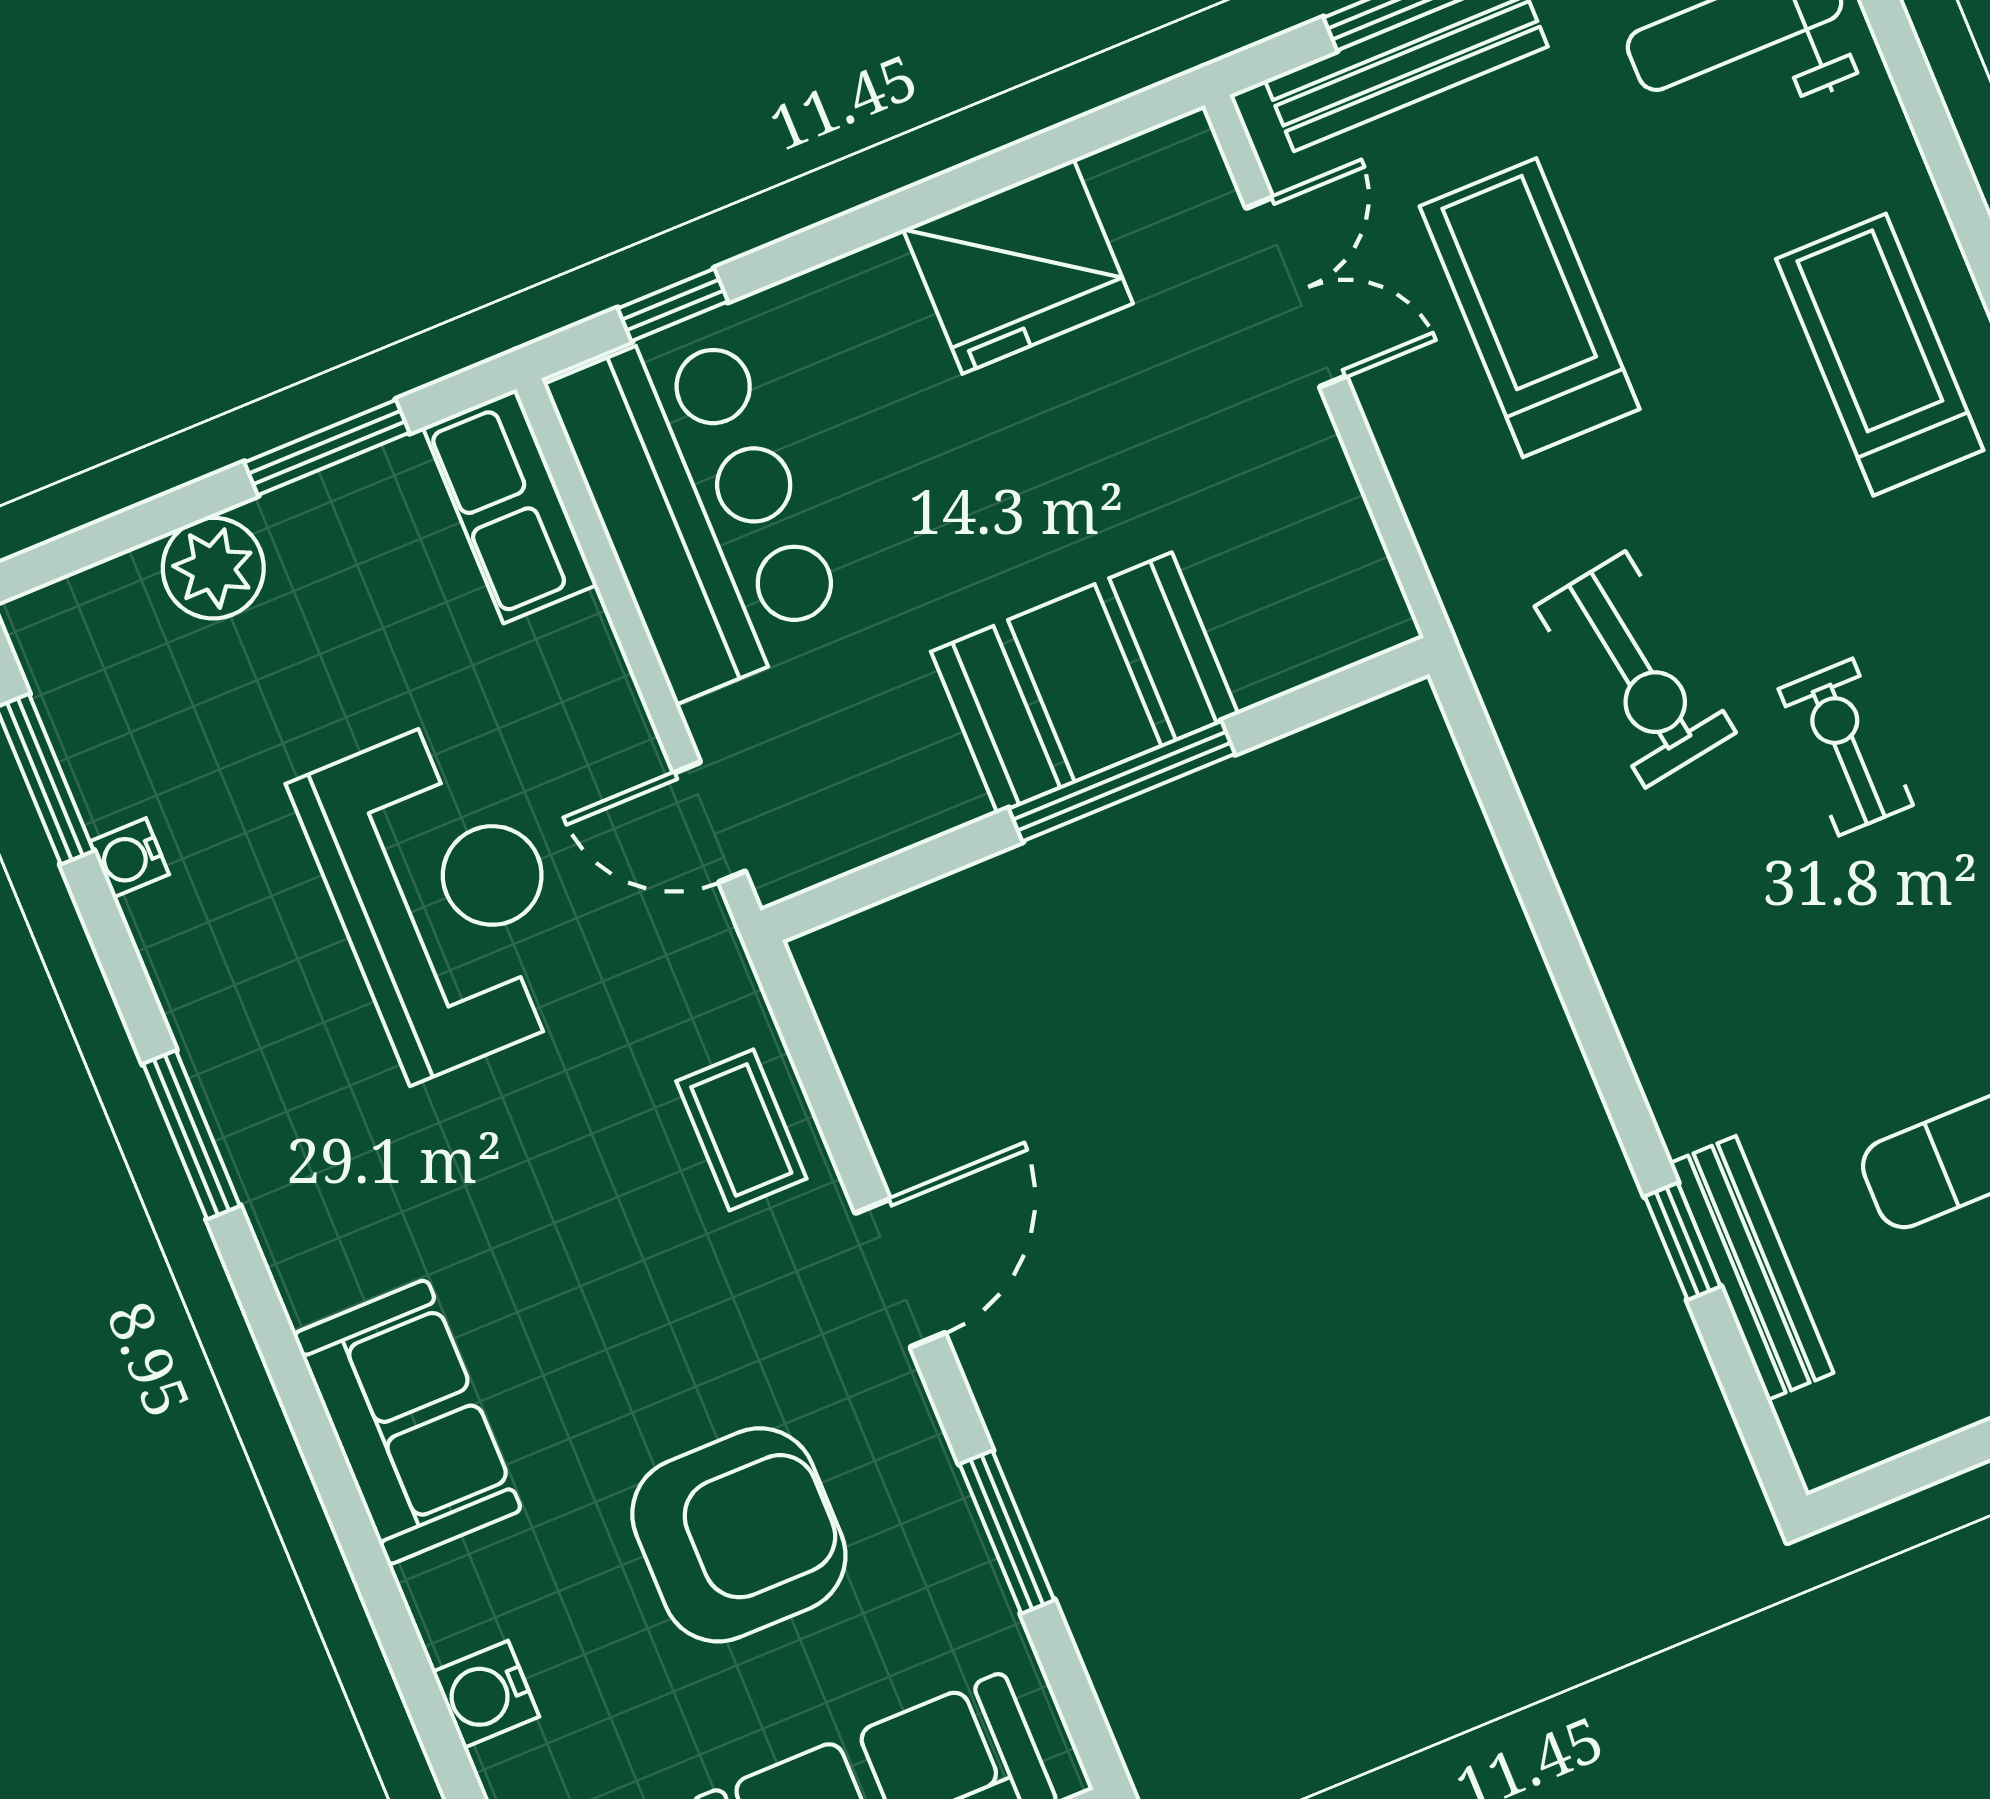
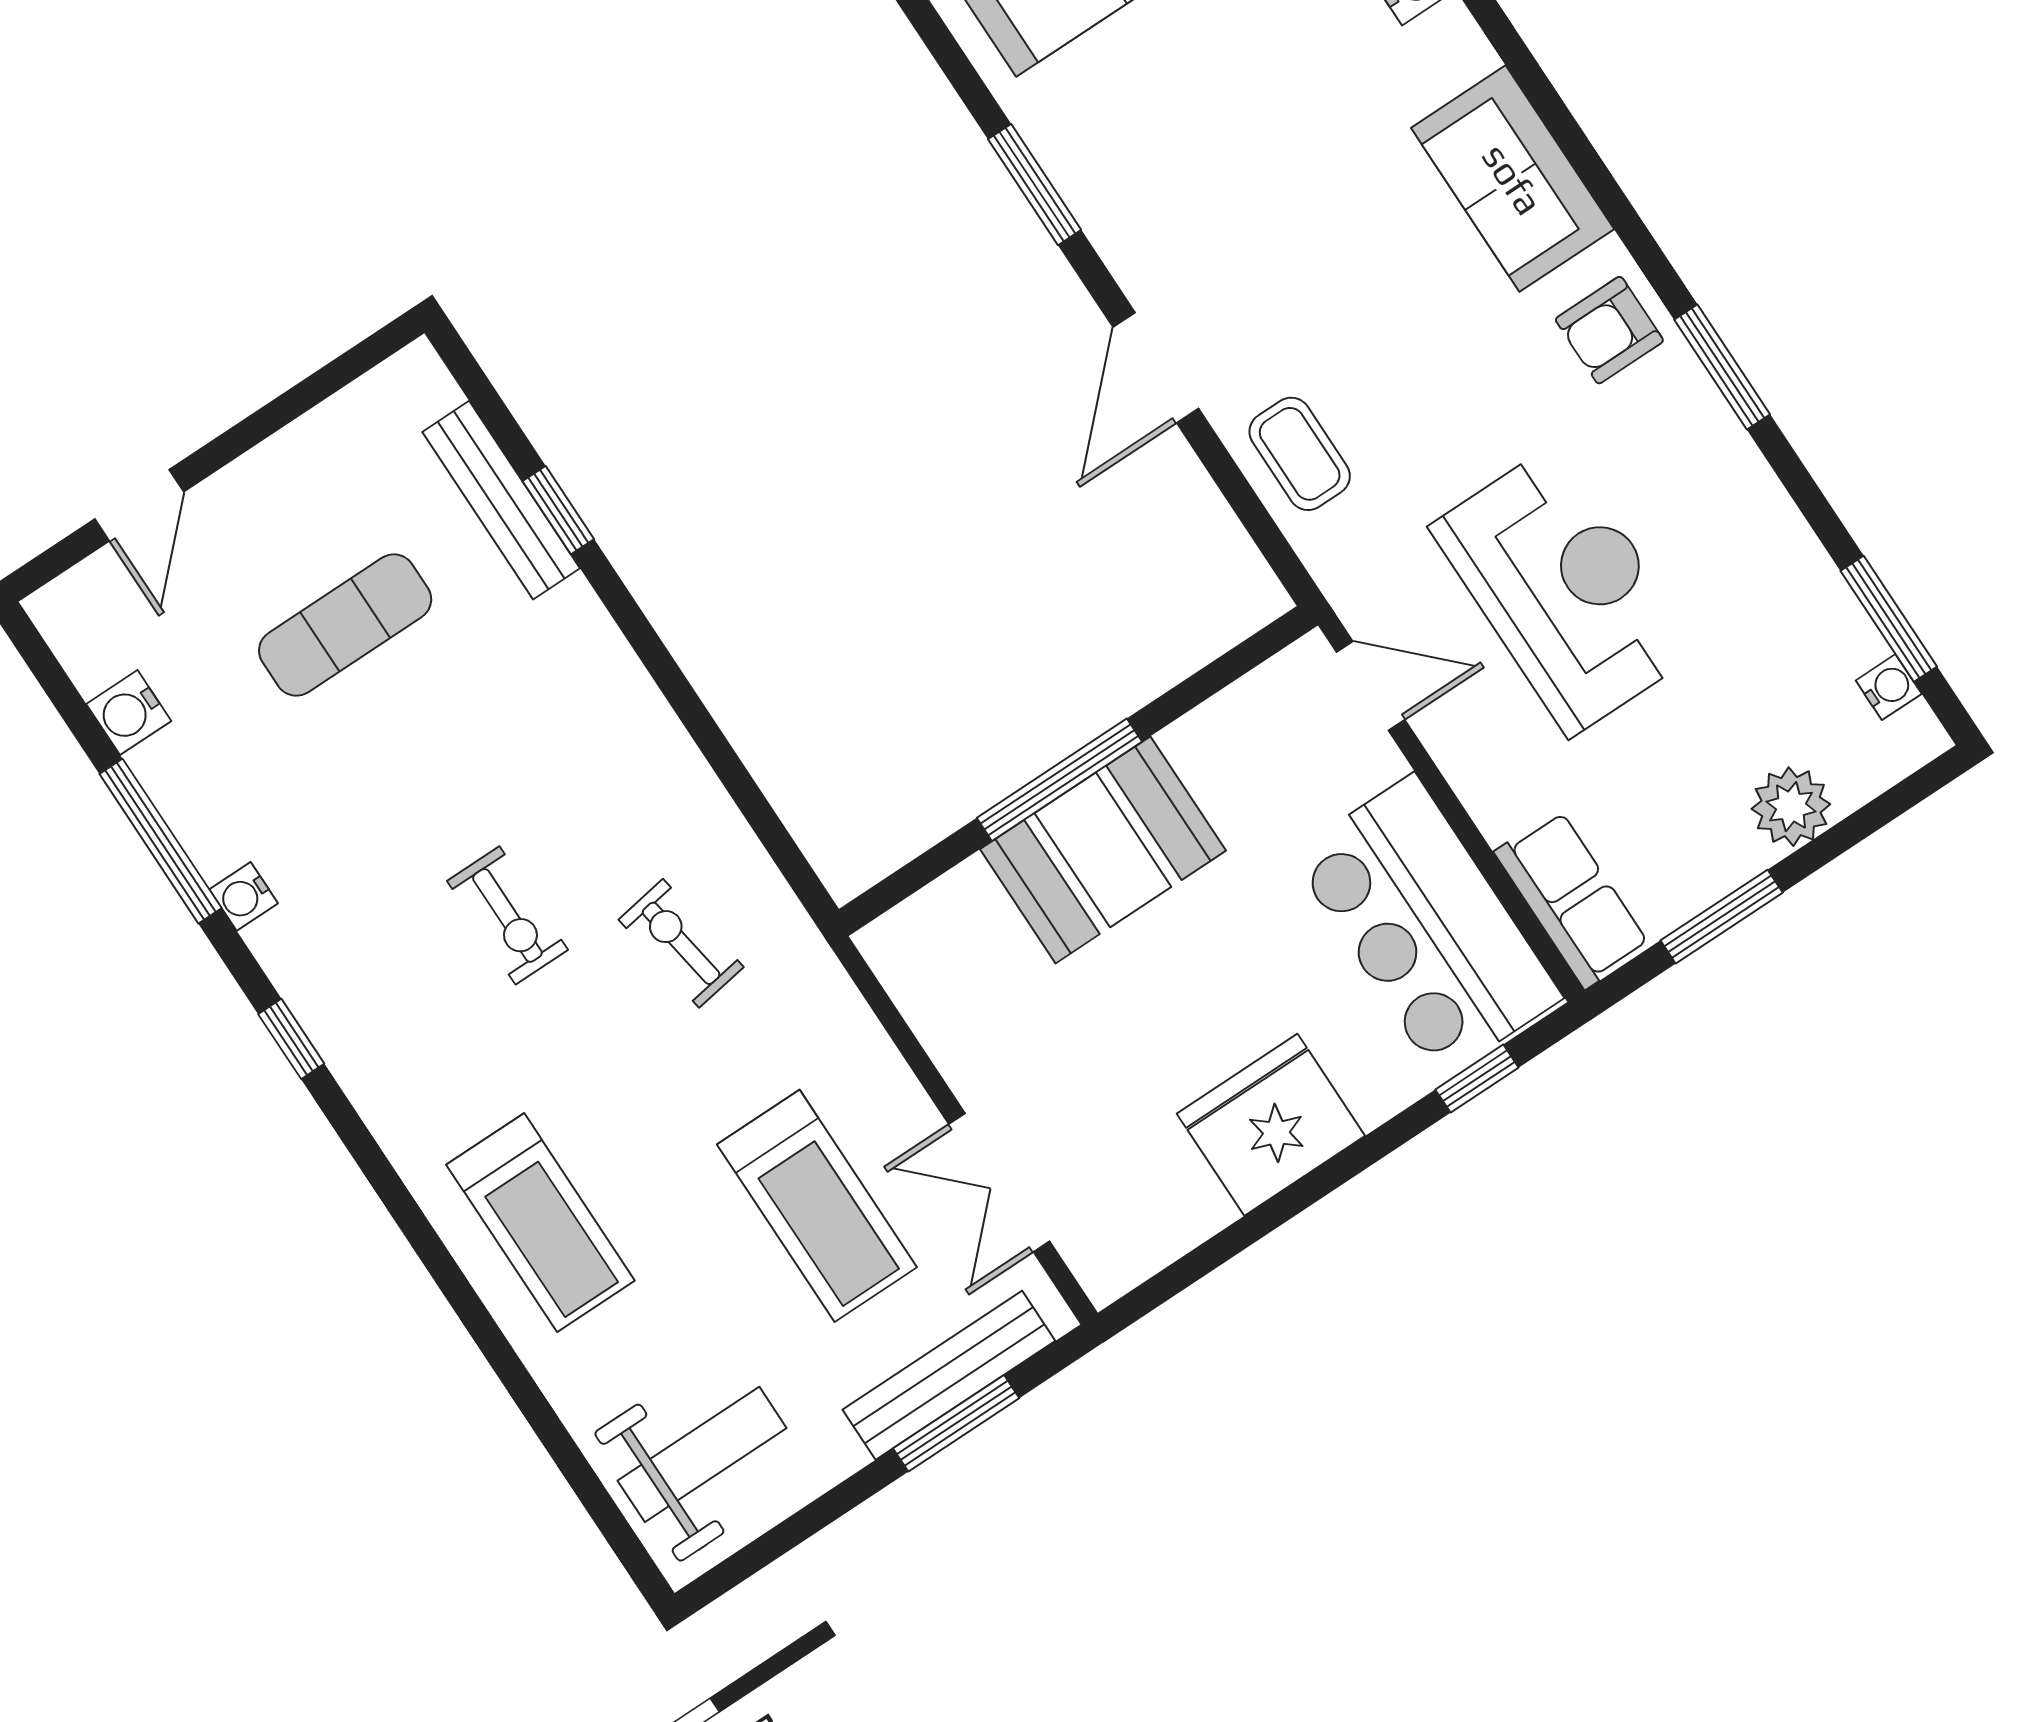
fridge: (1018, 266) -> (1271, 1125), moved
exercise bike: (1635, 669) -> (681, 943), width x0.73, depth x0.72
water cooler: (129, 858) -> (1889, 687), moved
reception desk: (443, 896) -> (1565, 589), turned 180
armchair: (739, 1535) -> (1609, 330), moved, width x0.53, depth x0.53

